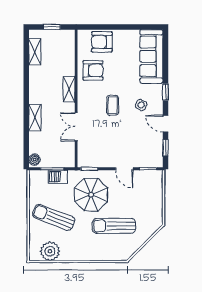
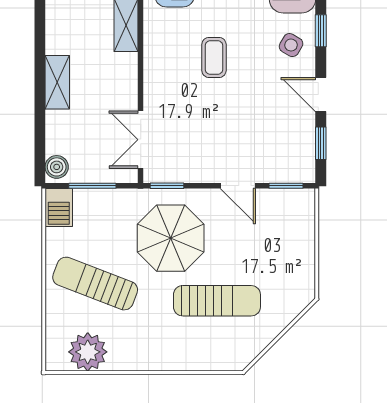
side table: (141, 105) -> (291, 45), moved
double door: (76, 127) -> (141, 140), moved
barbecue: (58, 177) -> (59, 207), moved, turned -90
sun lounger: (114, 226) -> (217, 301), turned 180

